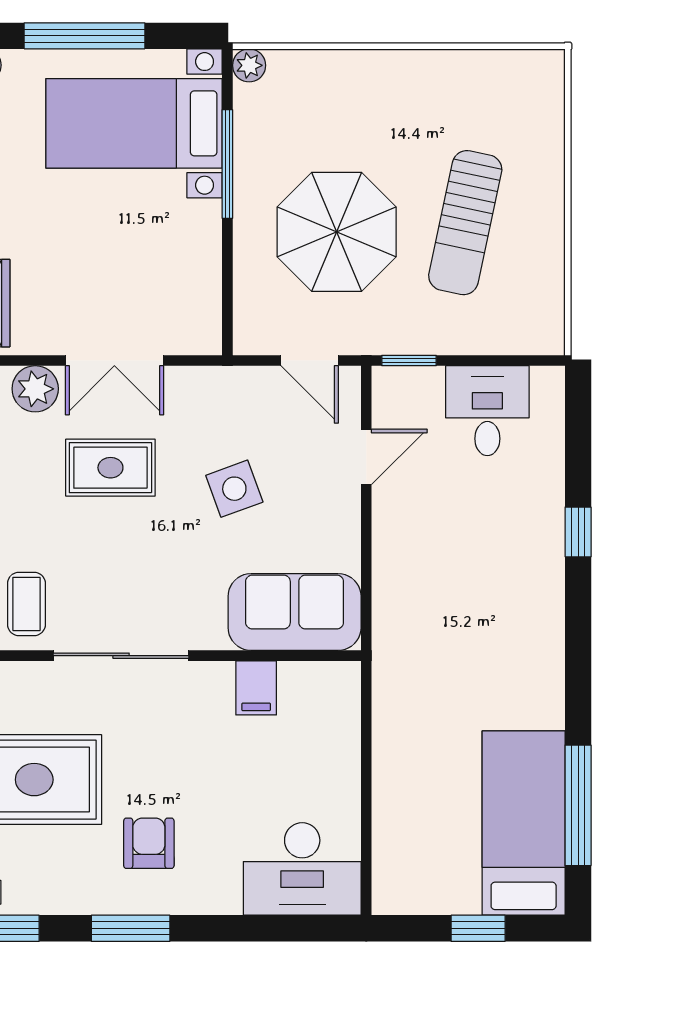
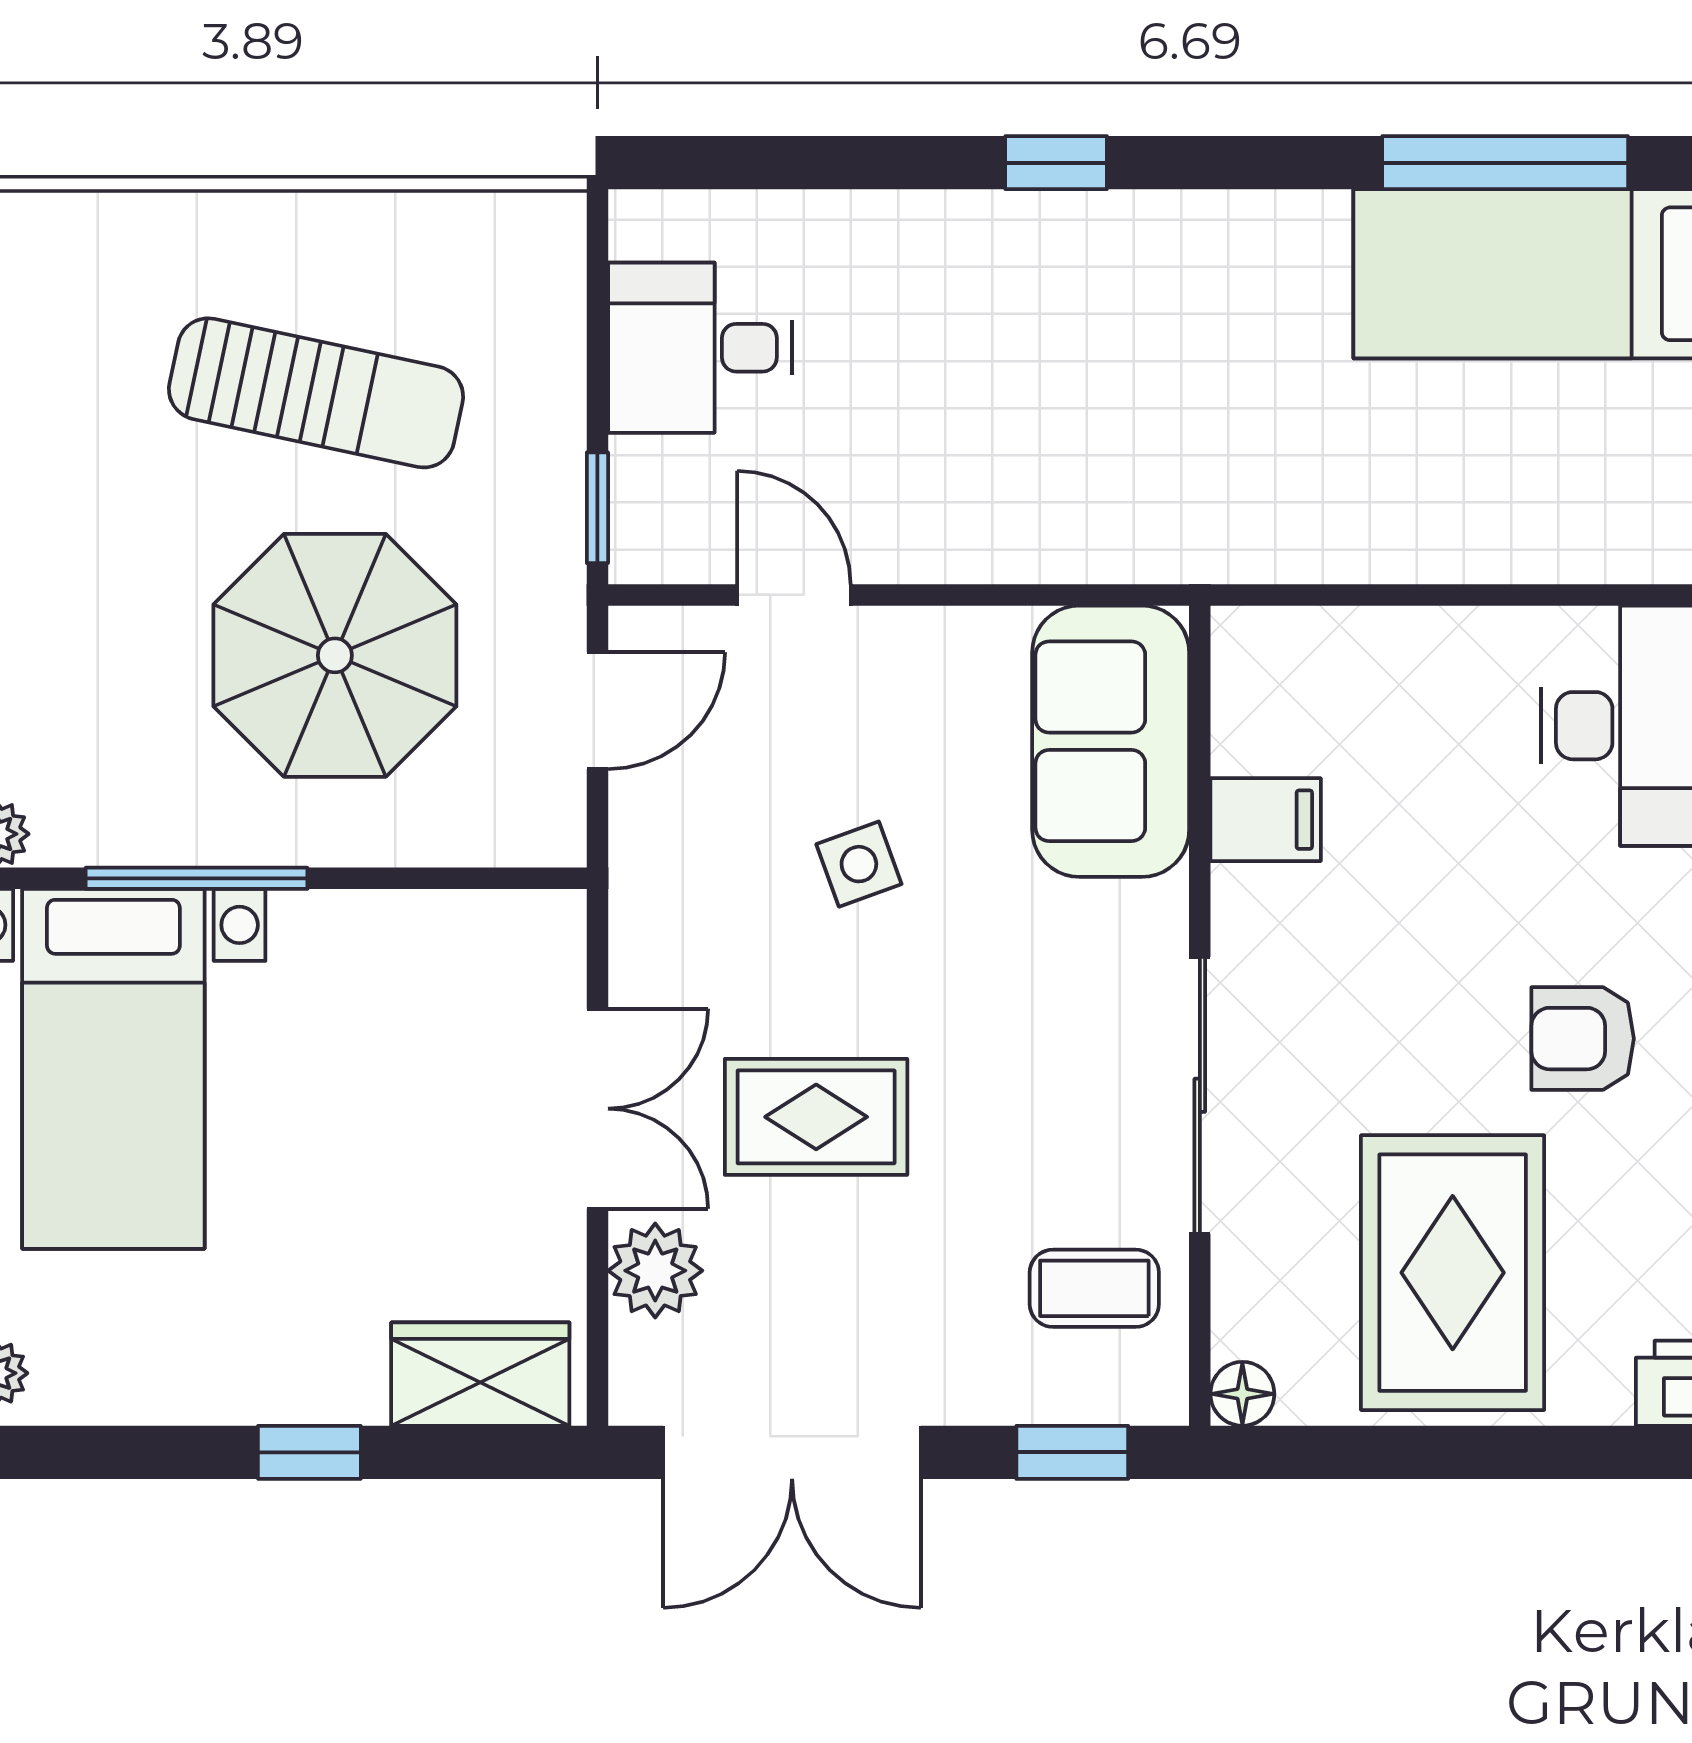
rug: (110, 468) -> (816, 1117), turned 90
side table: (234, 489) -> (859, 864), width x0.73, depth x0.73
window: (578, 532) -> (1056, 163), moved

